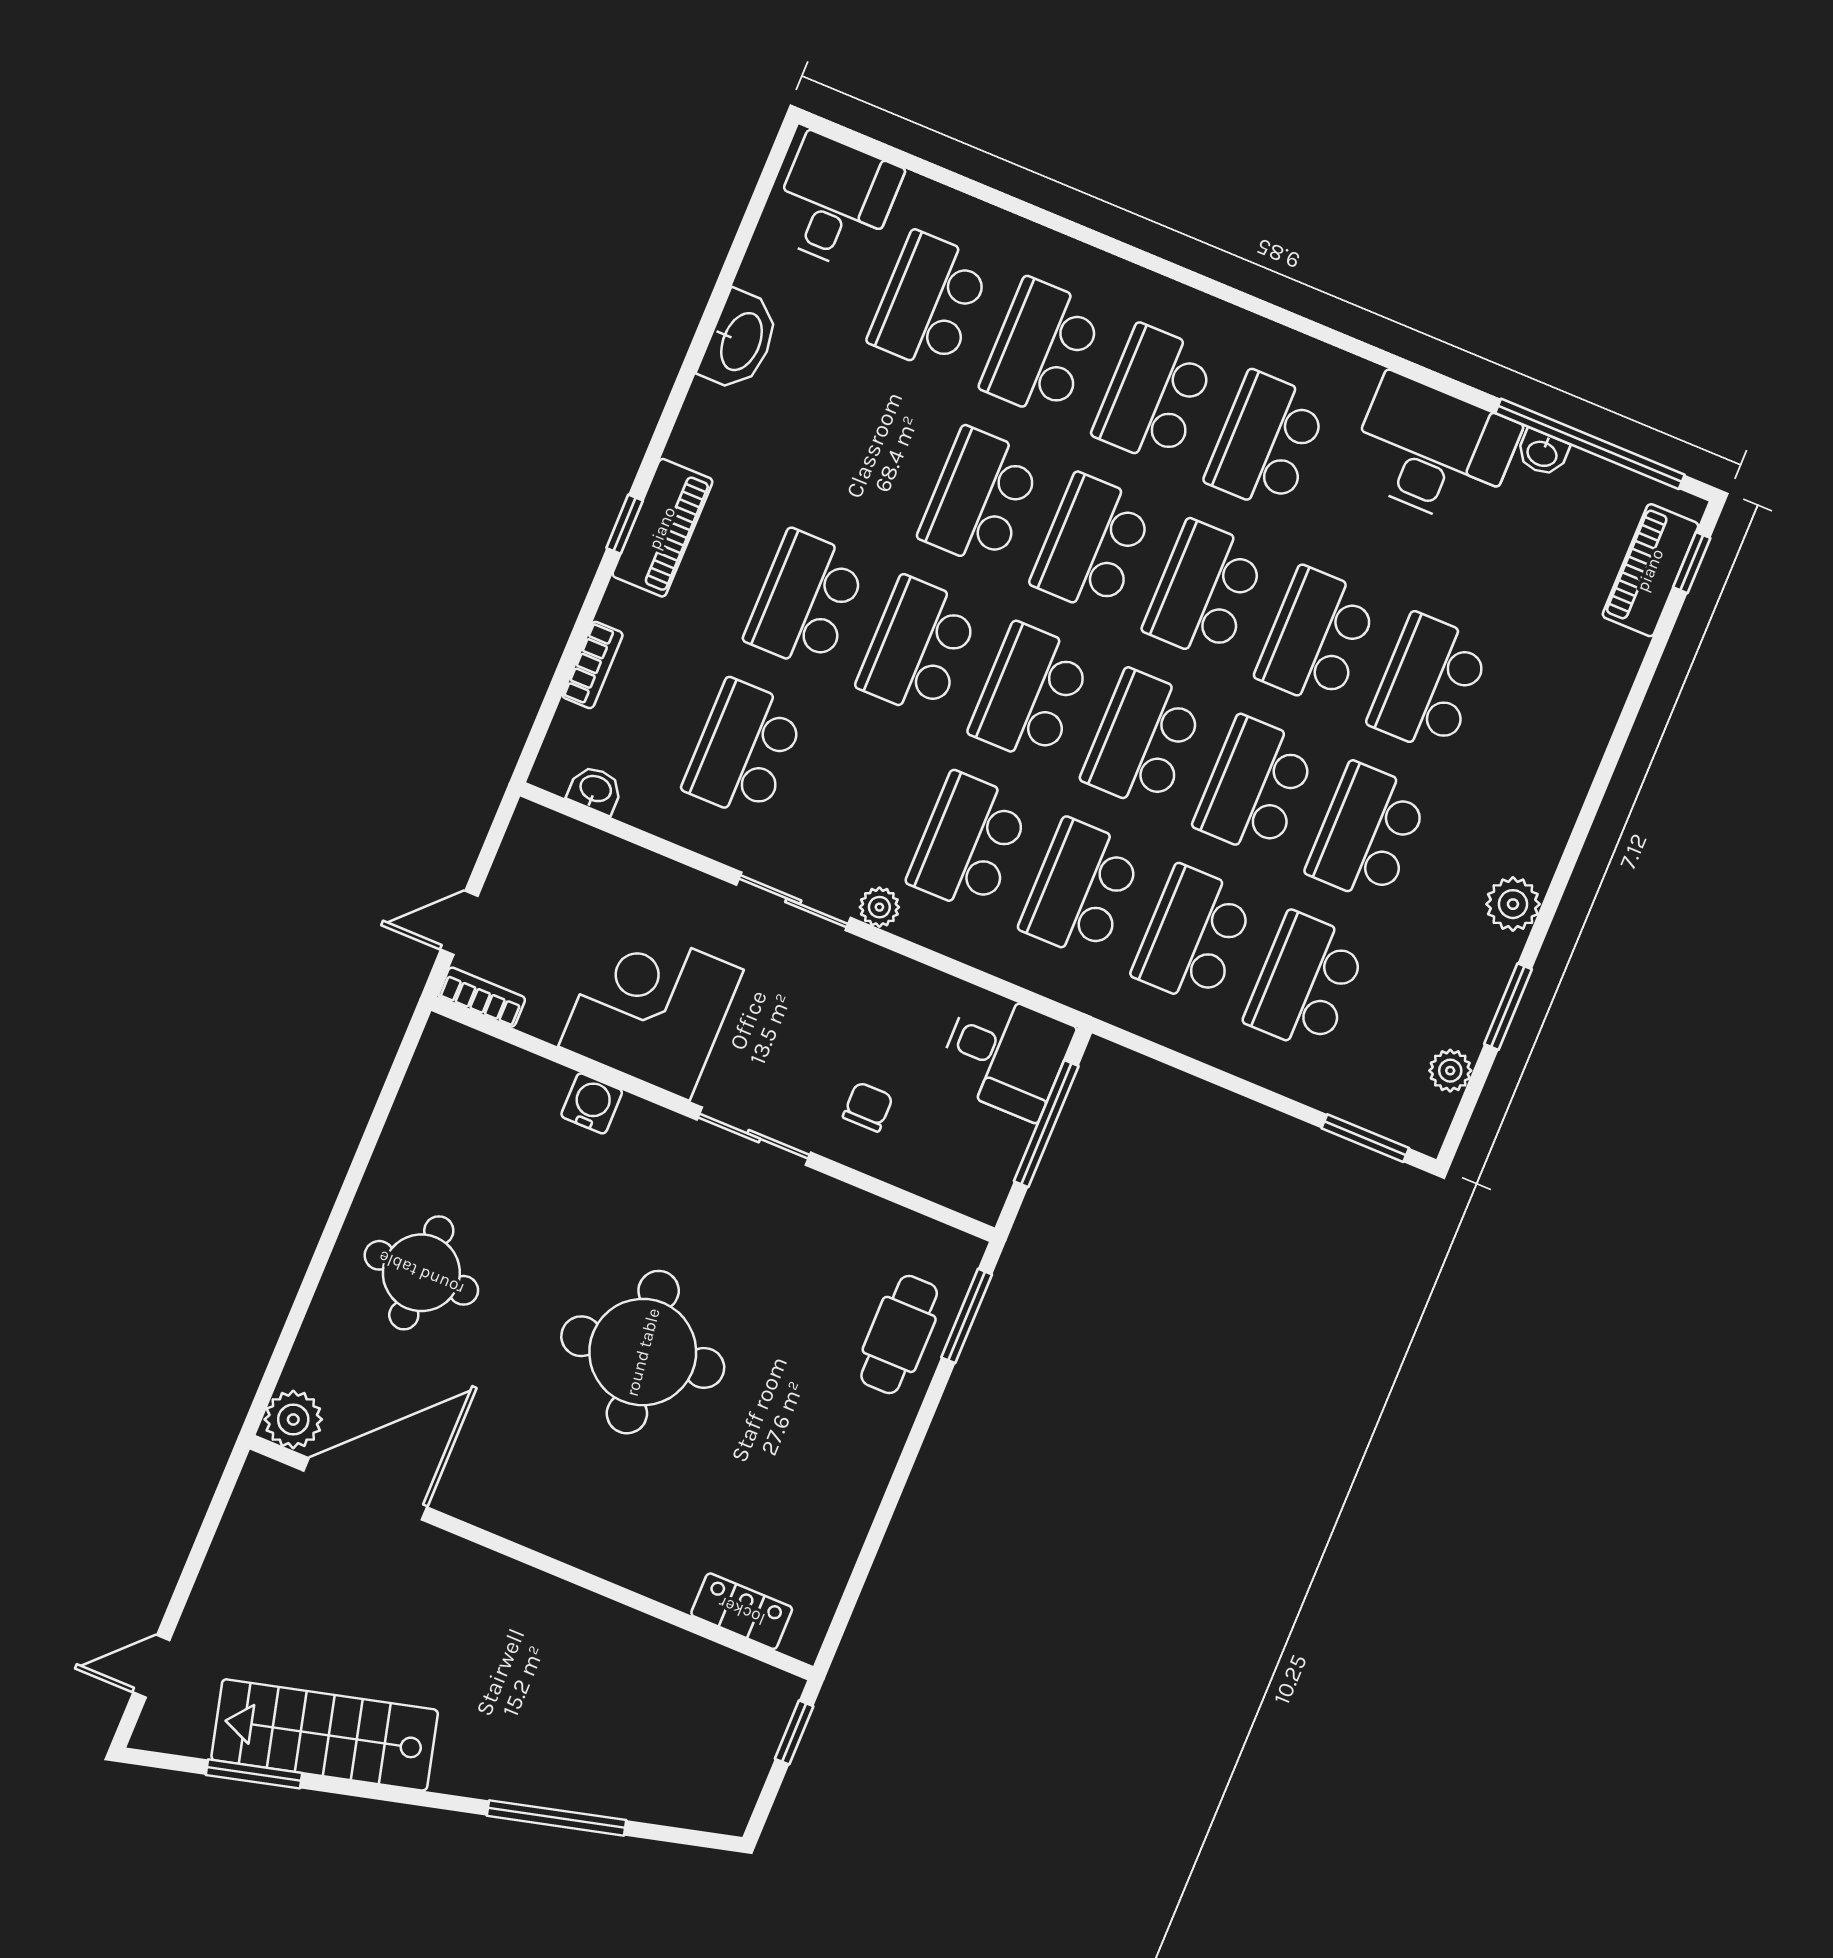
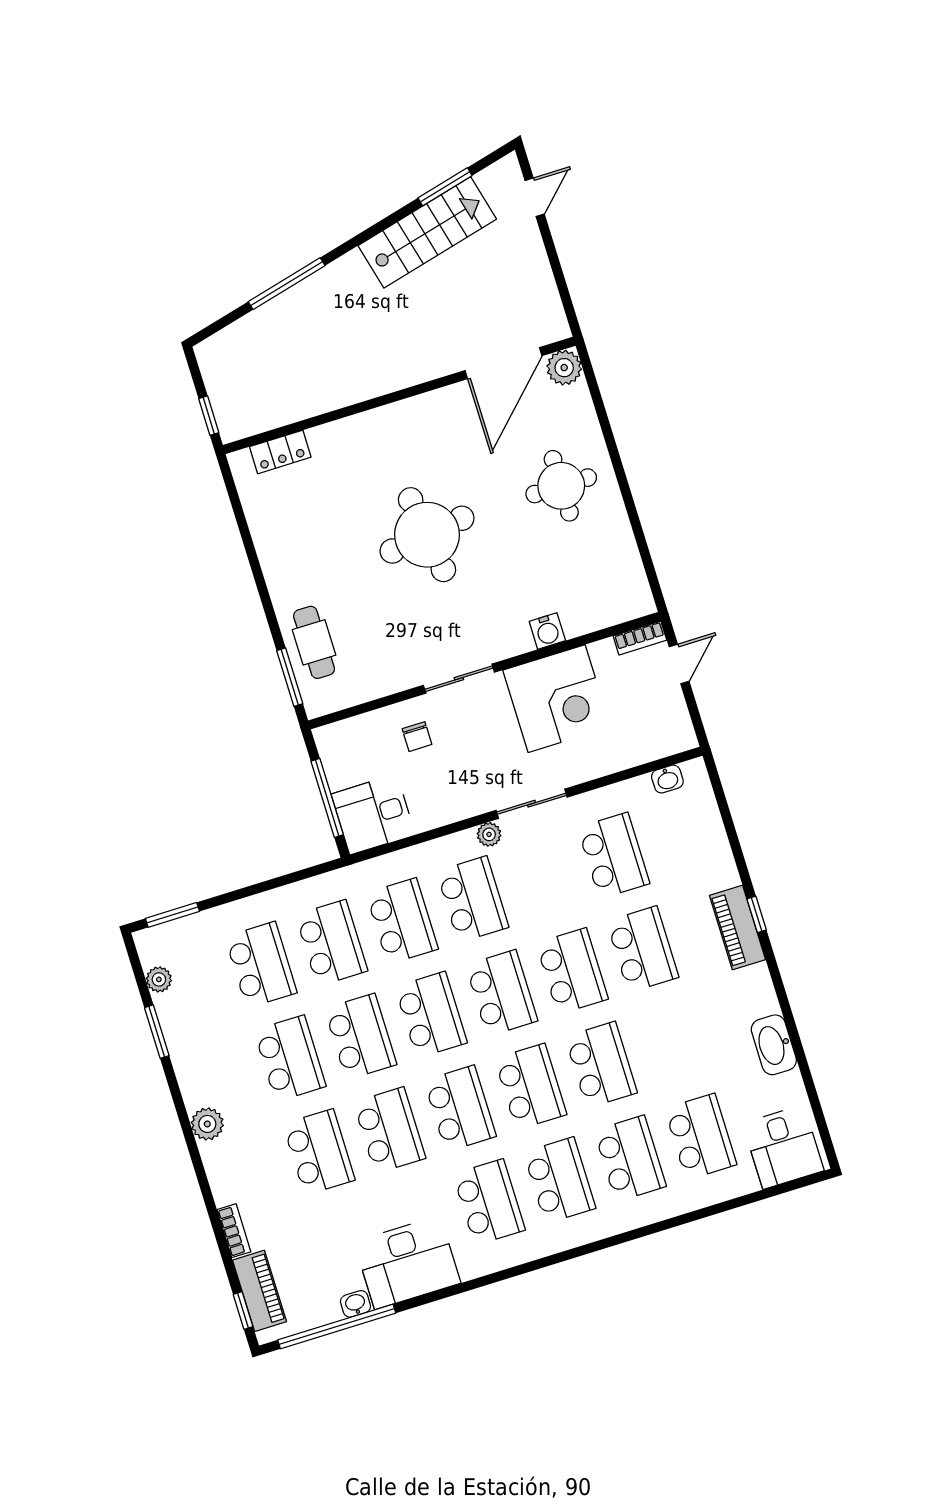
bookcase: (593, 665) -> (234, 1231), moved, turned 180
plant: (1513, 904) -> (207, 1124), moved

